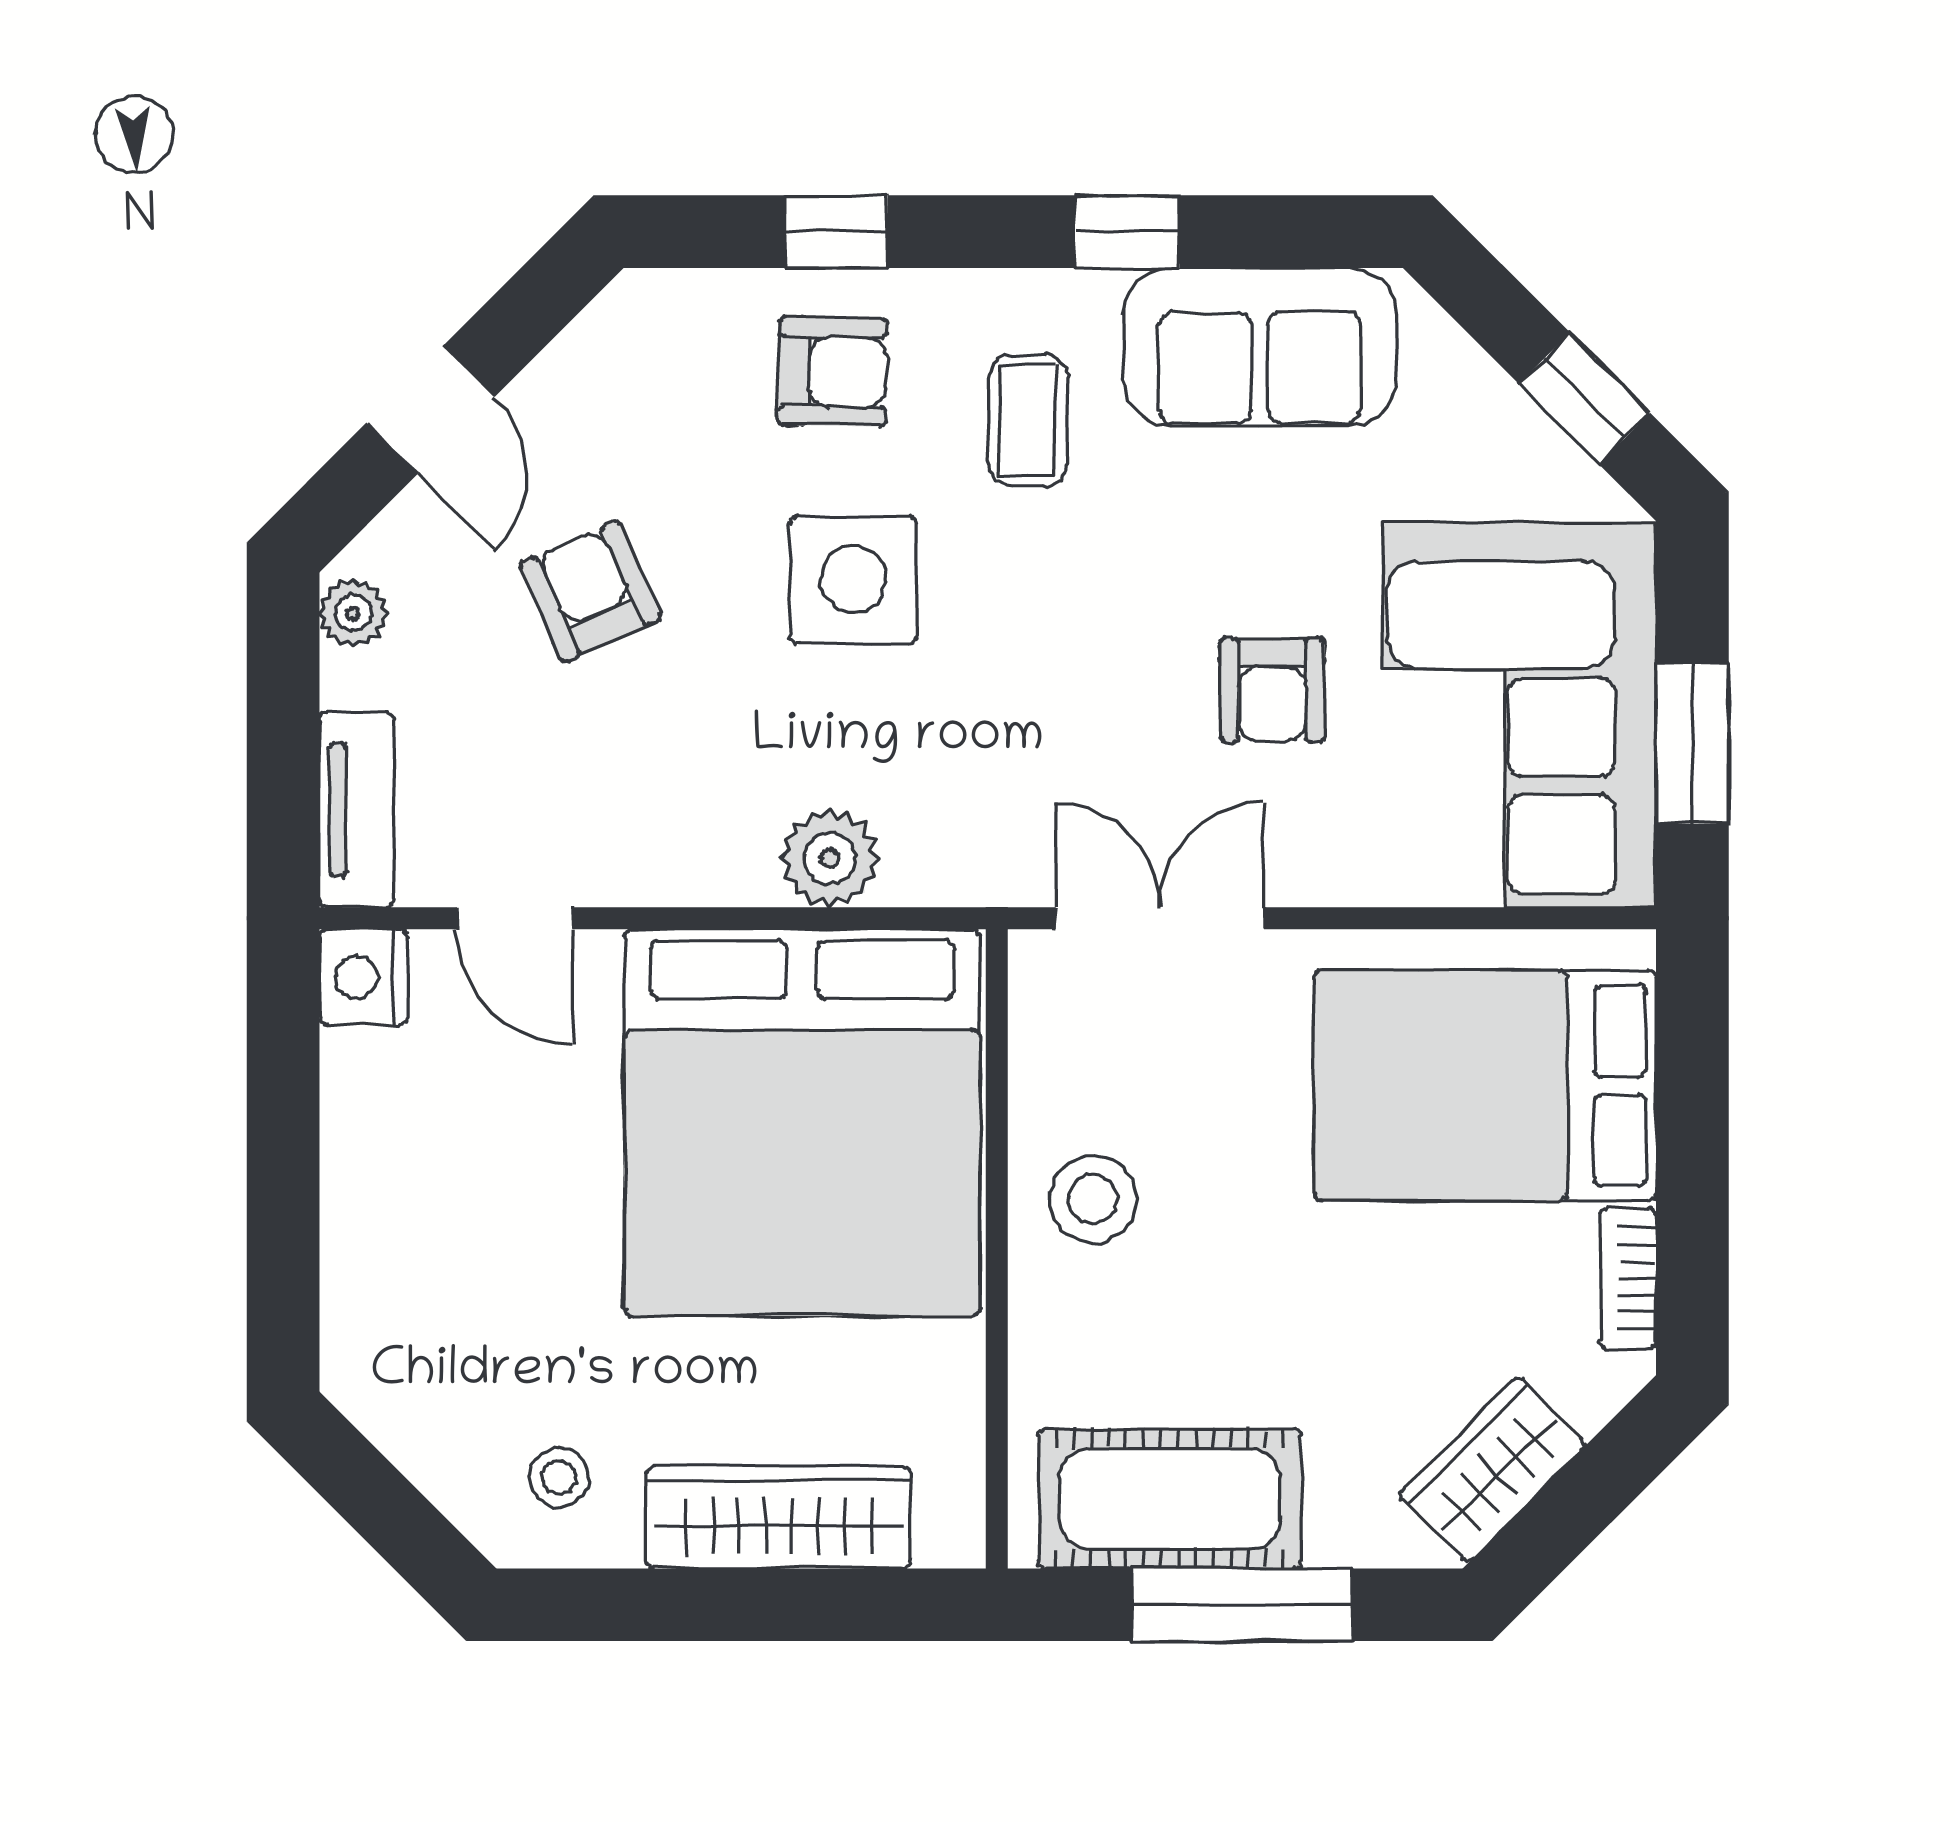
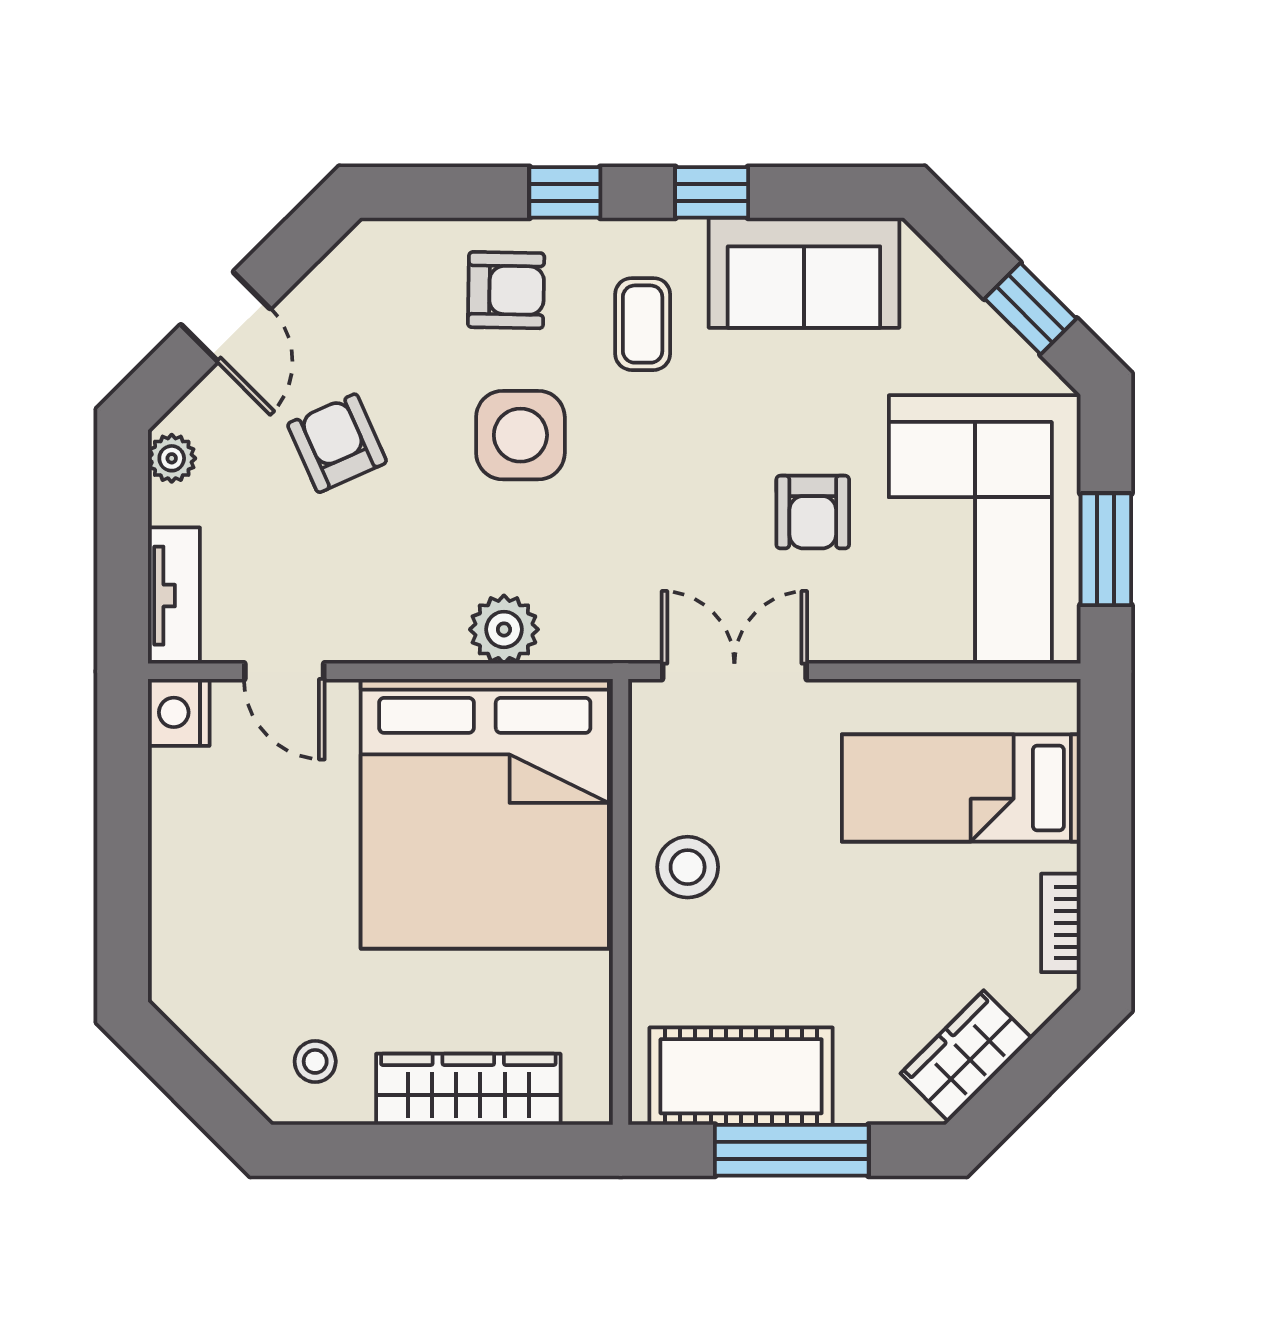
window: (836, 232) -> (565, 192), moved
bed: (1485, 1085) -> (961, 788), width x0.67

